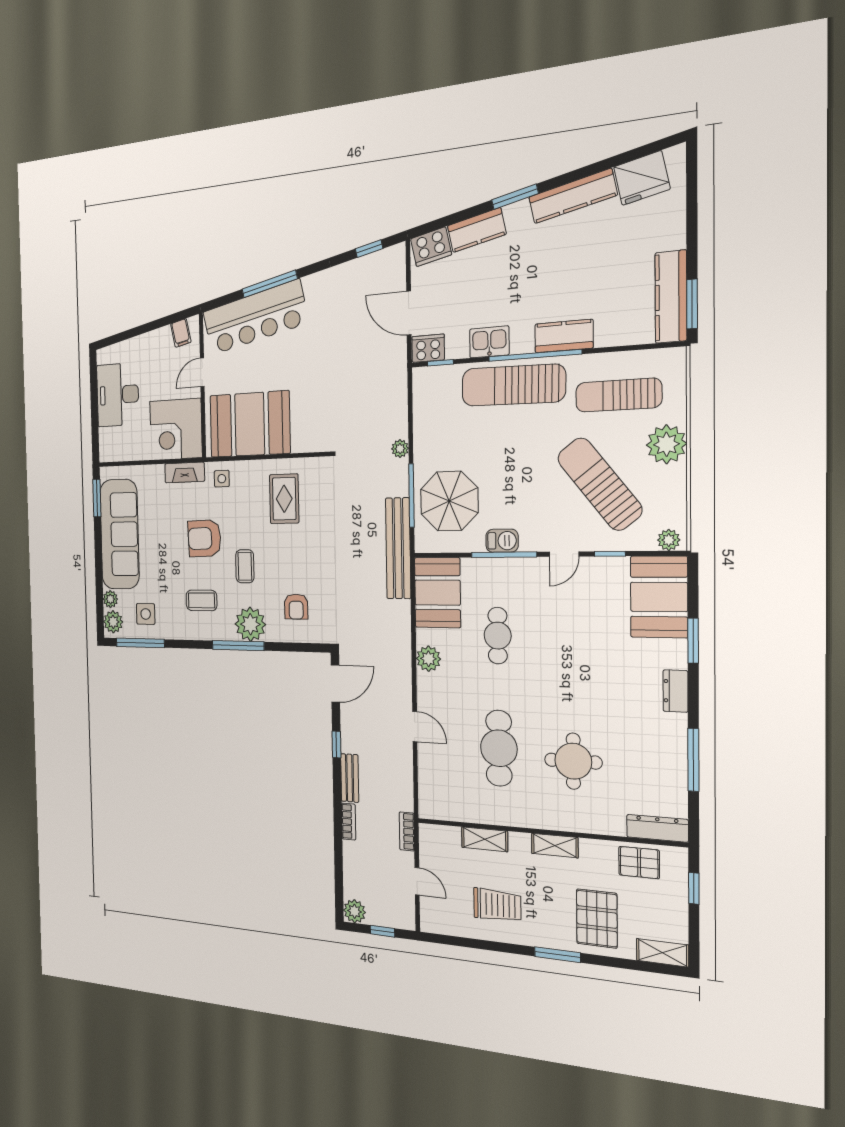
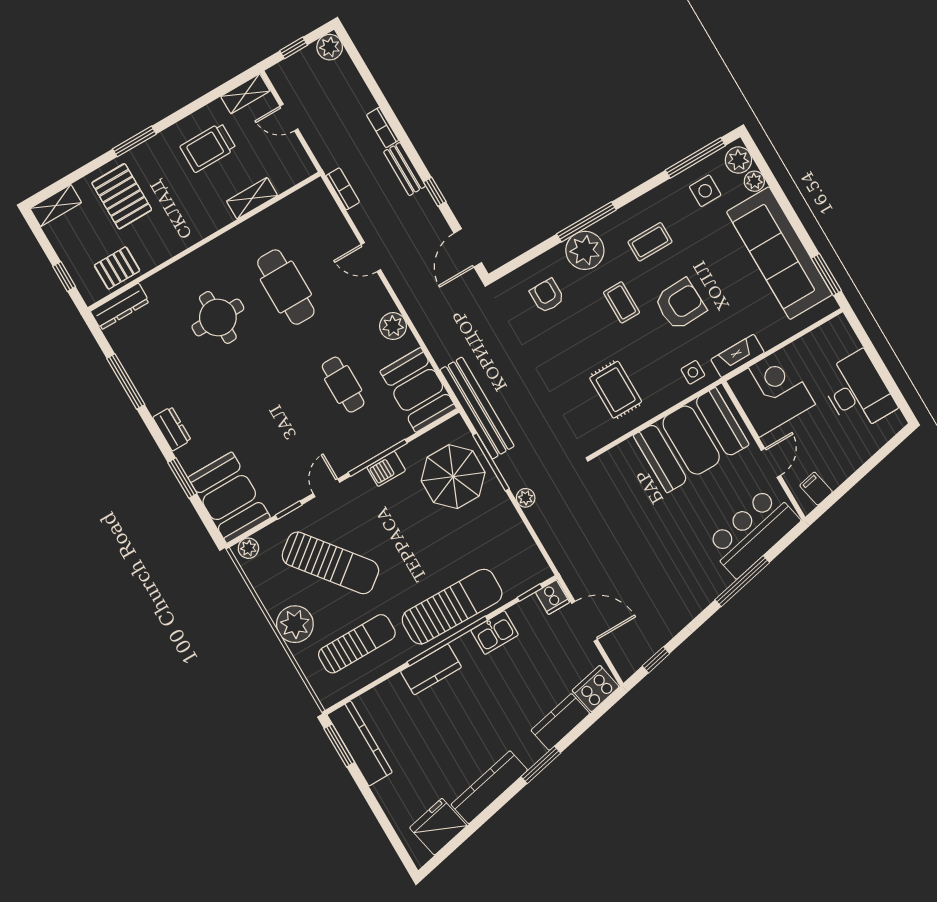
bar counter: (255, 317) -> (753, 532), width x0.73
cooker: (428, 348) -> (552, 597), width x0.73
bookcase: (407, 831) -> (343, 189), moved
shelving: (555, 846) -> (245, 94), moved

